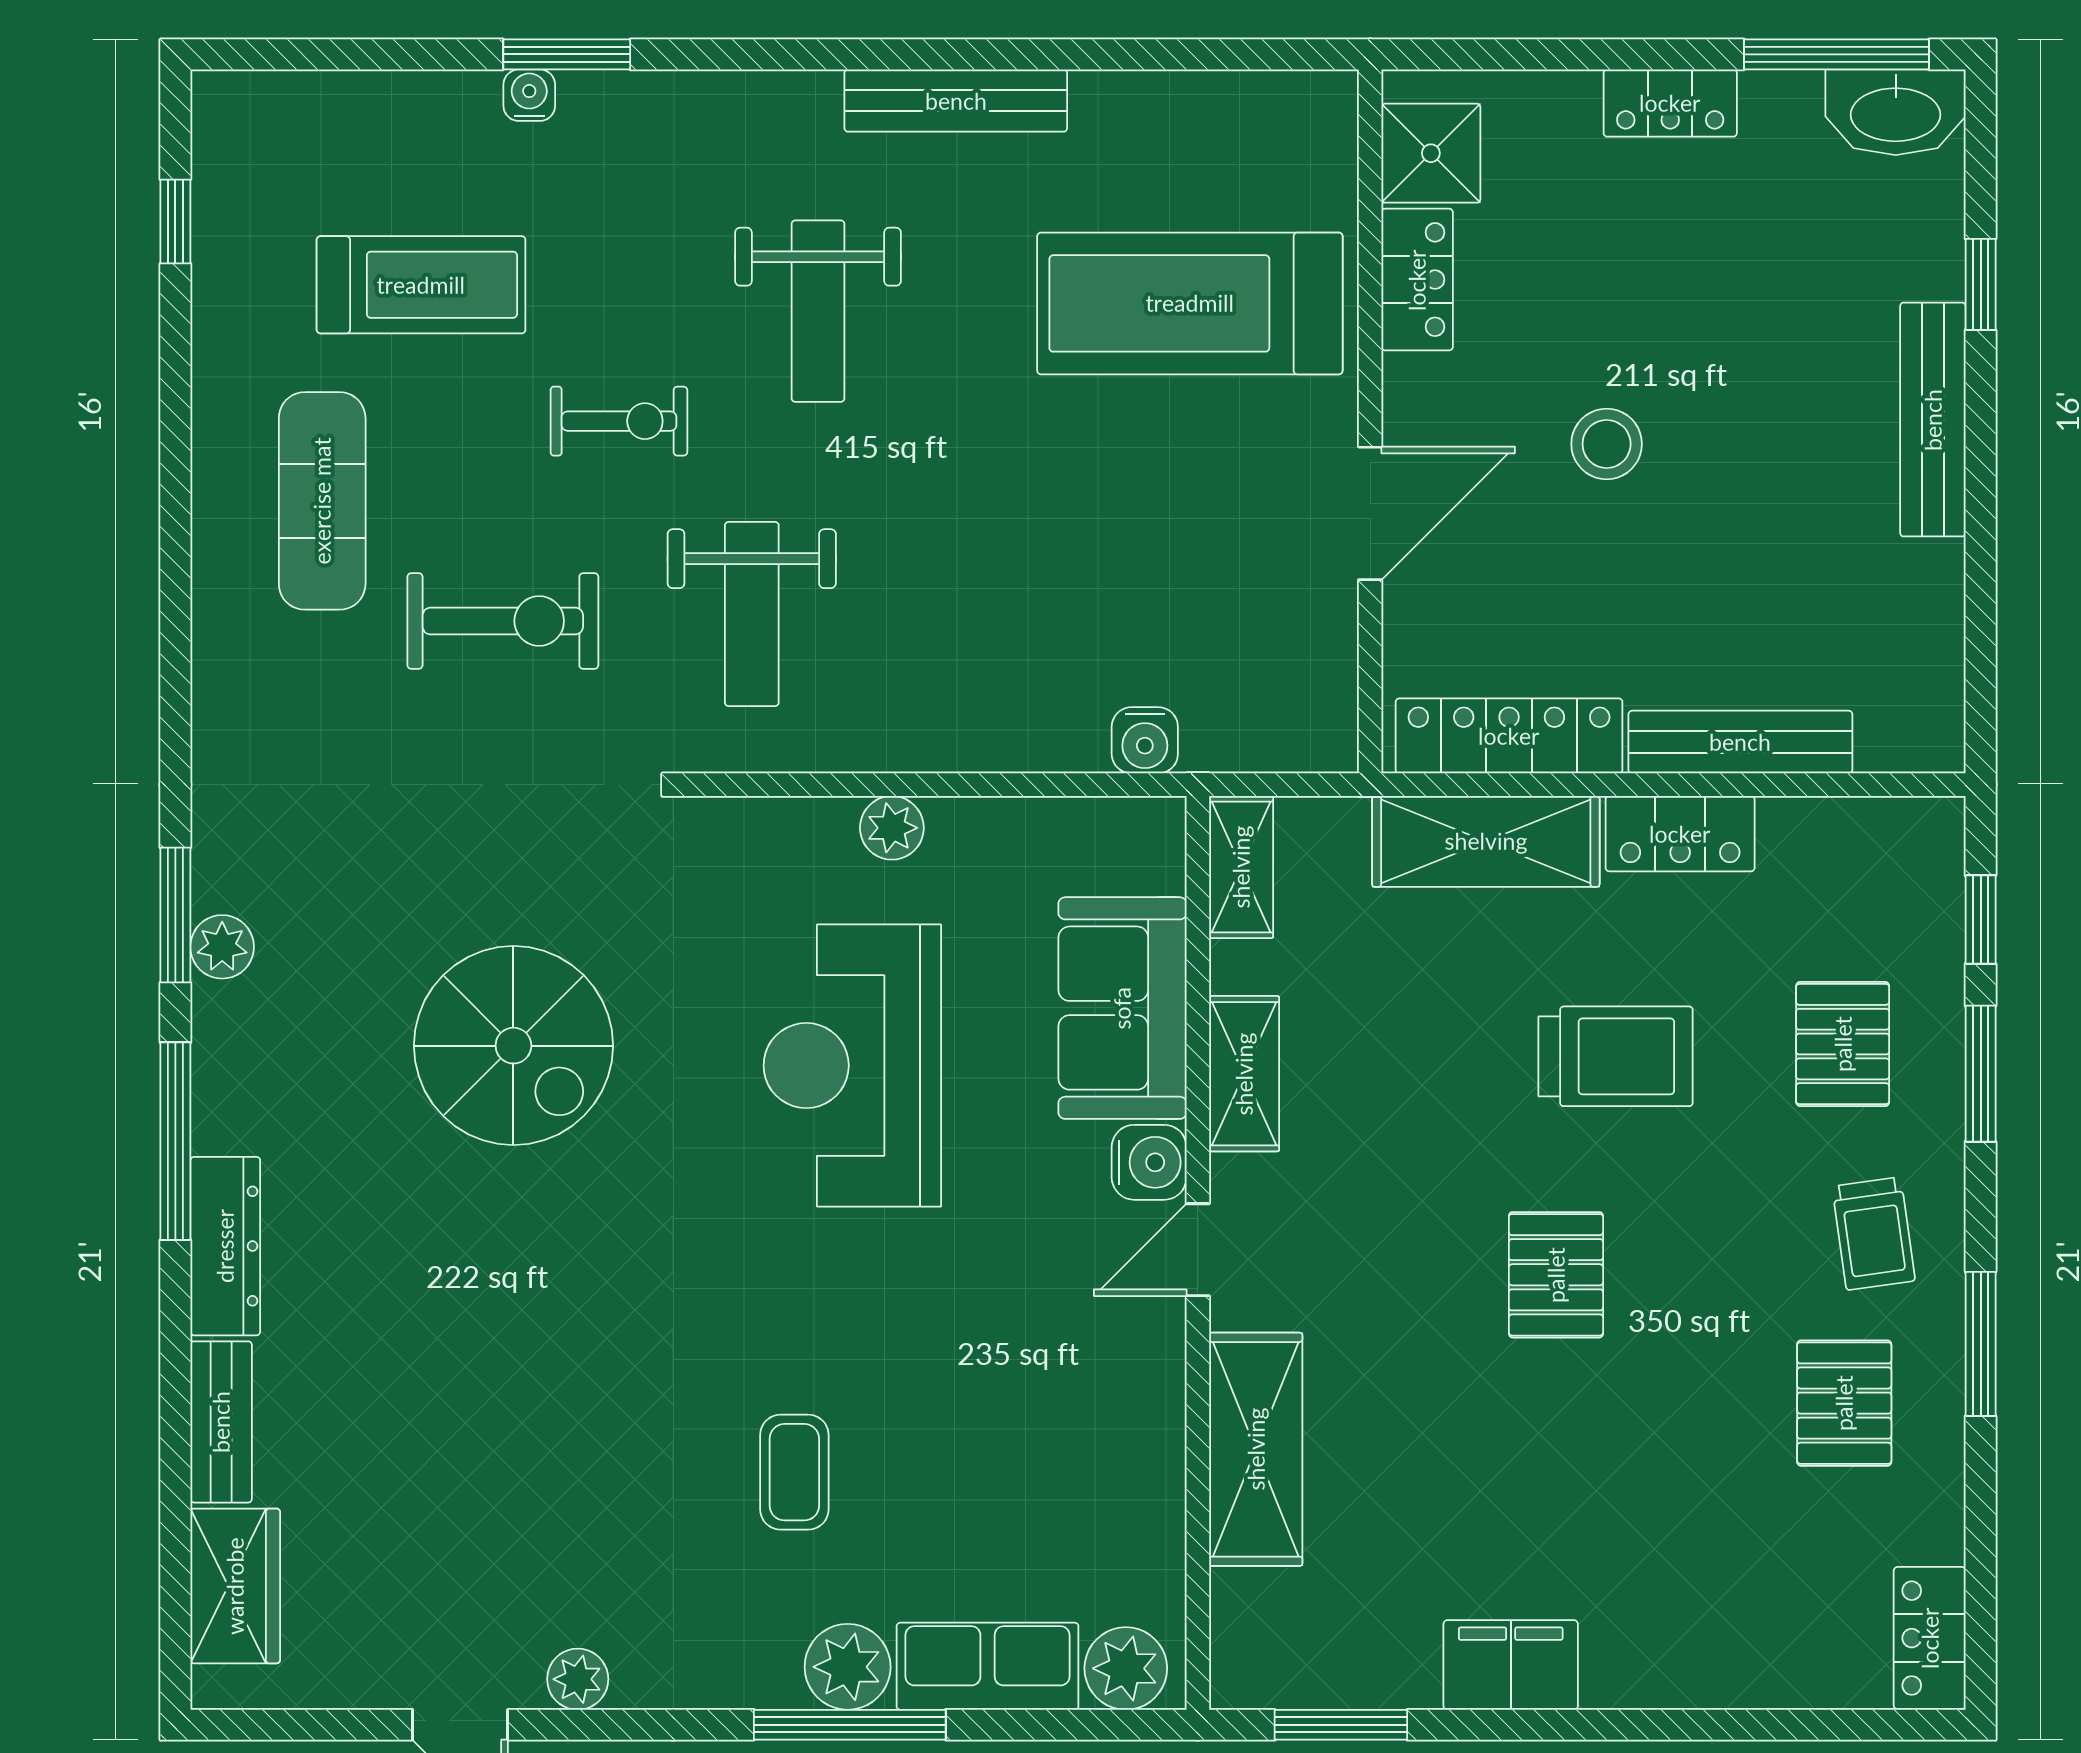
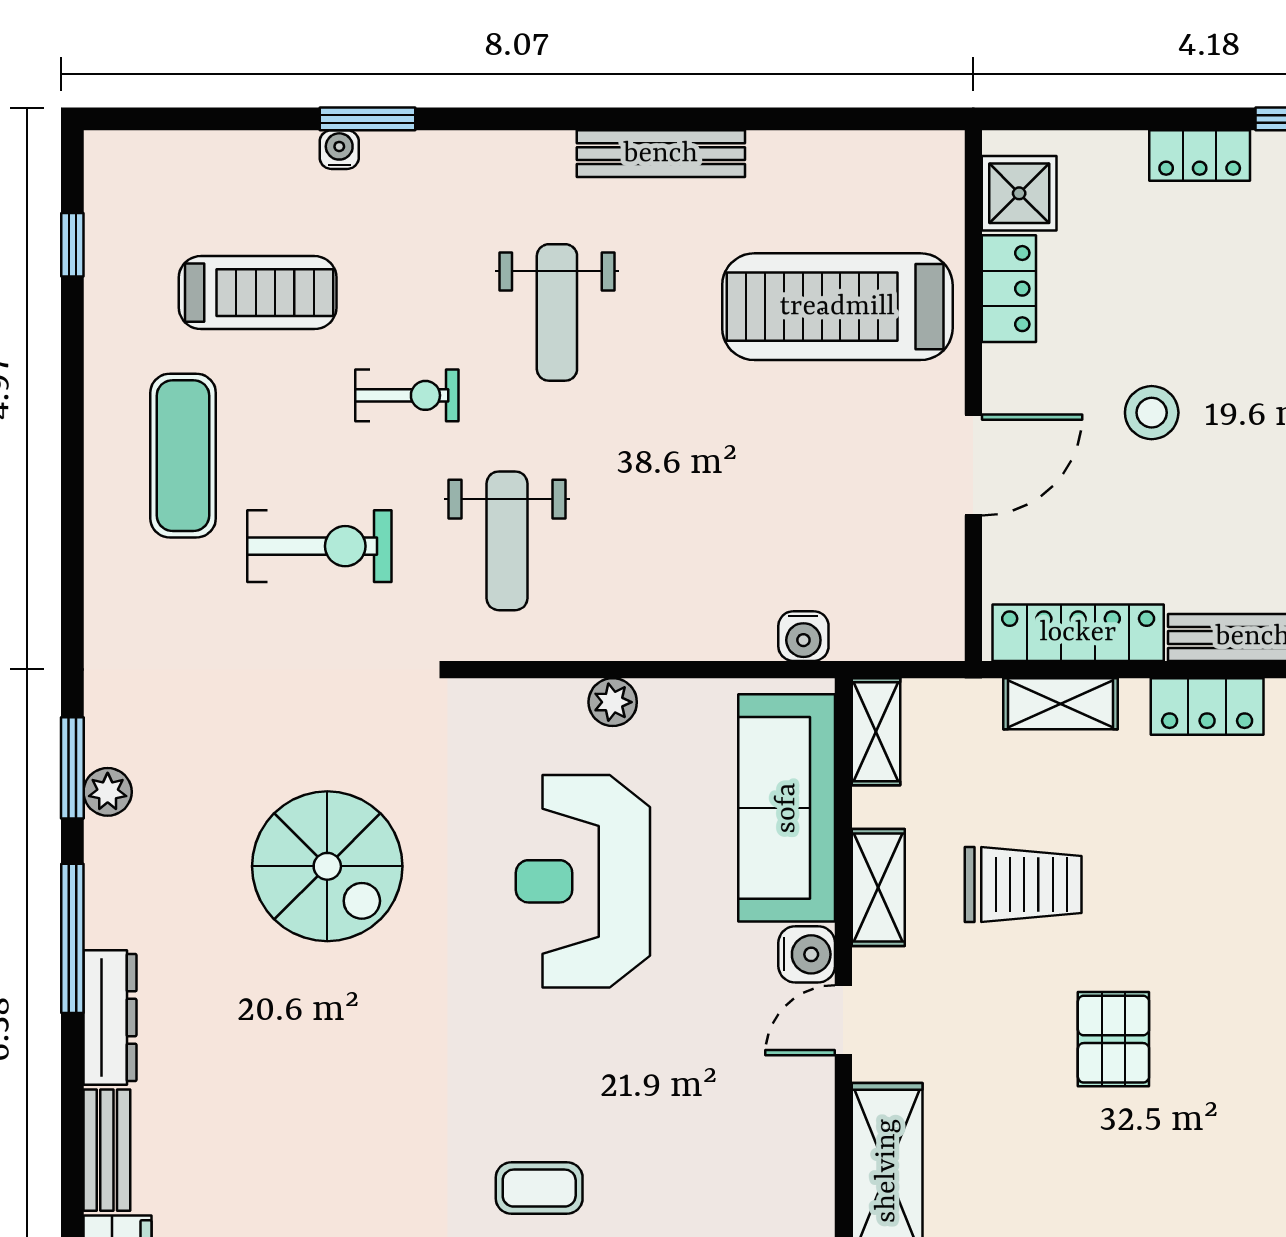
shelving: (1486, 841) -> (1061, 704), width x0.67, depth x0.75
sofa: (1122, 1008) -> (787, 808), width x1.36
trolley: (1616, 1056) -> (1023, 884), moved
coffee table: (794, 1472) -> (539, 1188), turned 90

